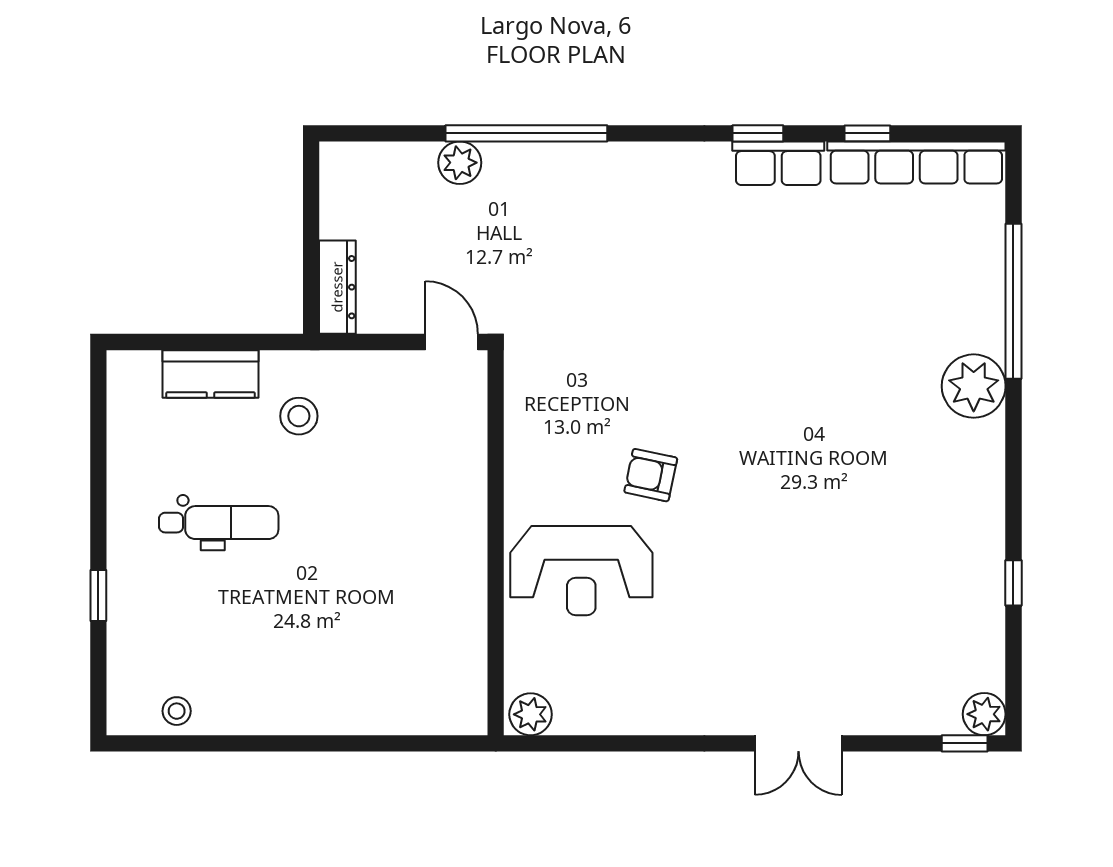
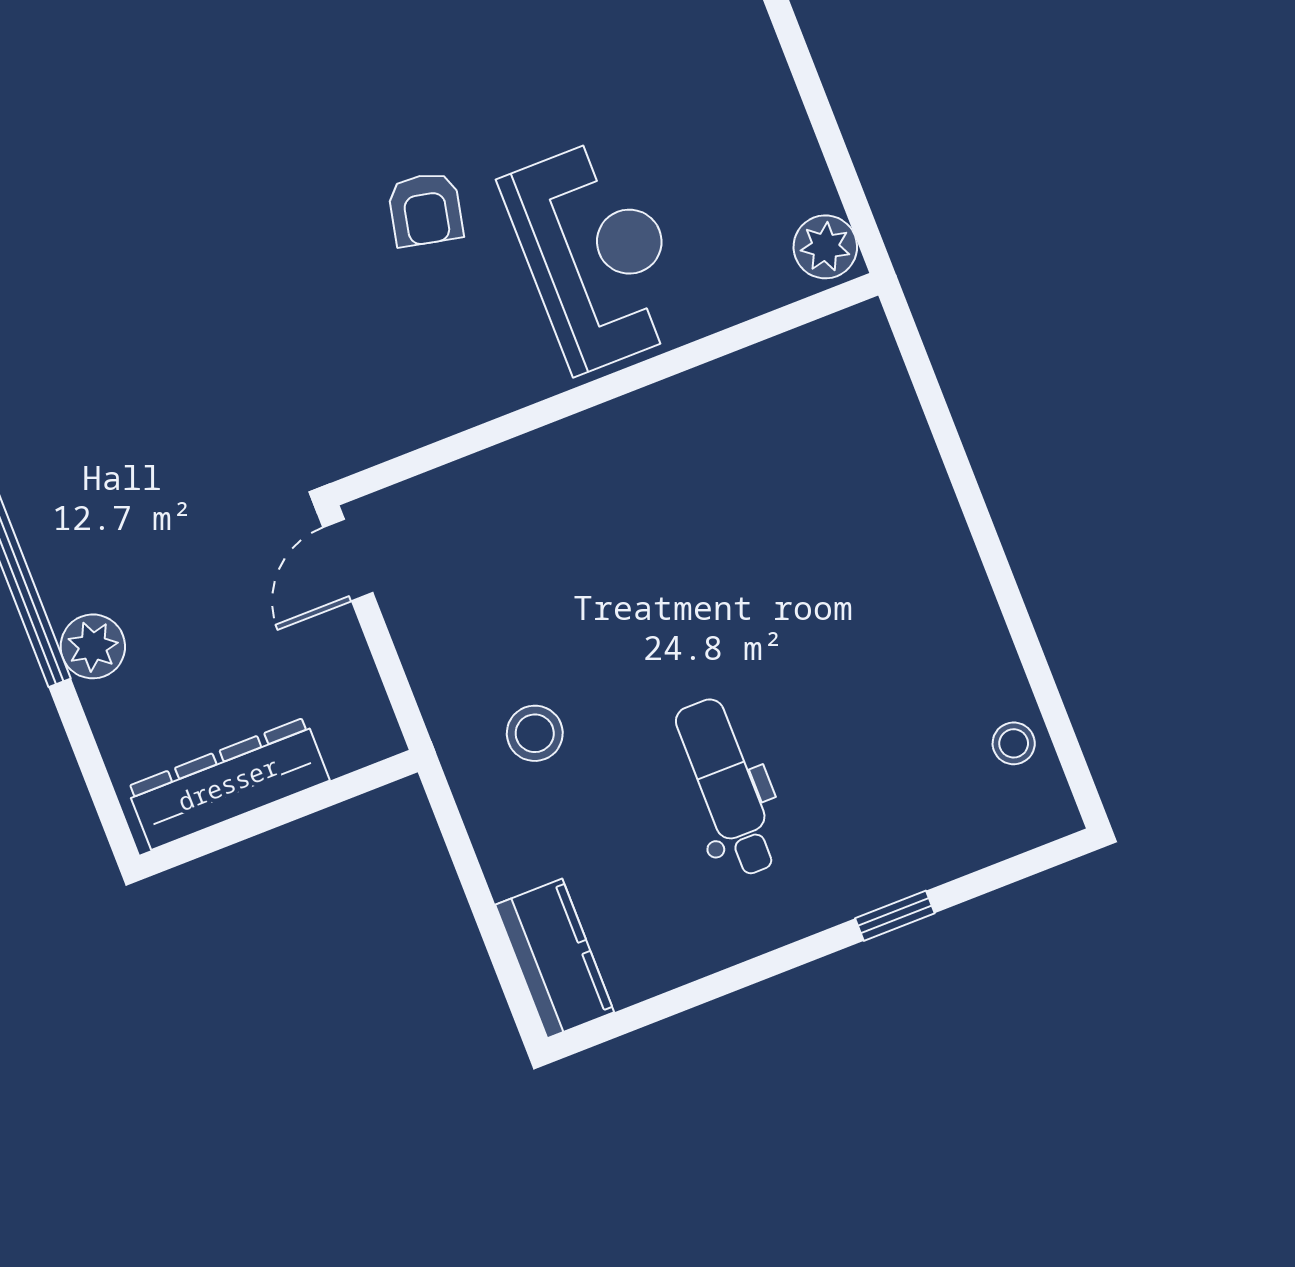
dresser: (337, 287) -> (228, 784), moved, width x1.37, depth x1.24
kitchen counter: (211, 374) -> (555, 958), moved

